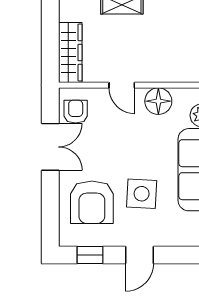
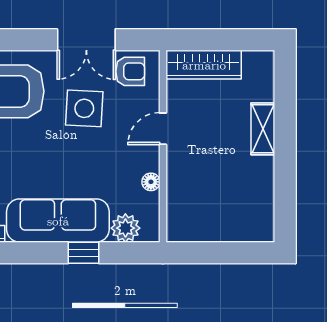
floor lamp: (158, 101) -> (151, 182), width x0.53, depth x0.53
side table: (142, 194) -> (84, 108), moved

